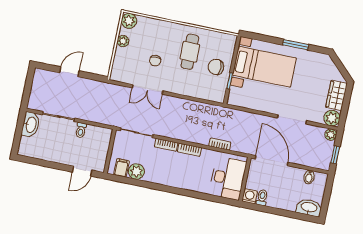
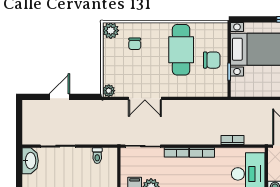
plant: (123, 41) -> (109, 91), moved
cafe table: (190, 52) -> (181, 50), width x1.37, depth x1.35
chair: (155, 61) -> (135, 44), moved
chair: (216, 67) -> (212, 60), turned 180
toilet: (81, 130) -> (97, 156), moved

